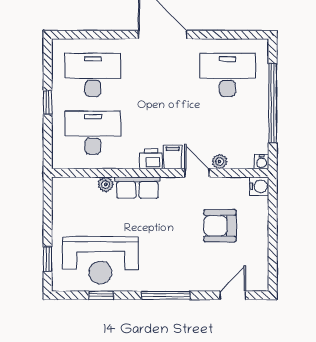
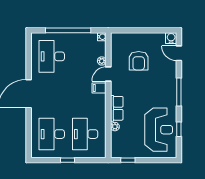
printer: (151, 159) -> (100, 100), removed
water cooler: (259, 186) -> (171, 38), moved
window: (48, 259) -> (128, 160), moved

